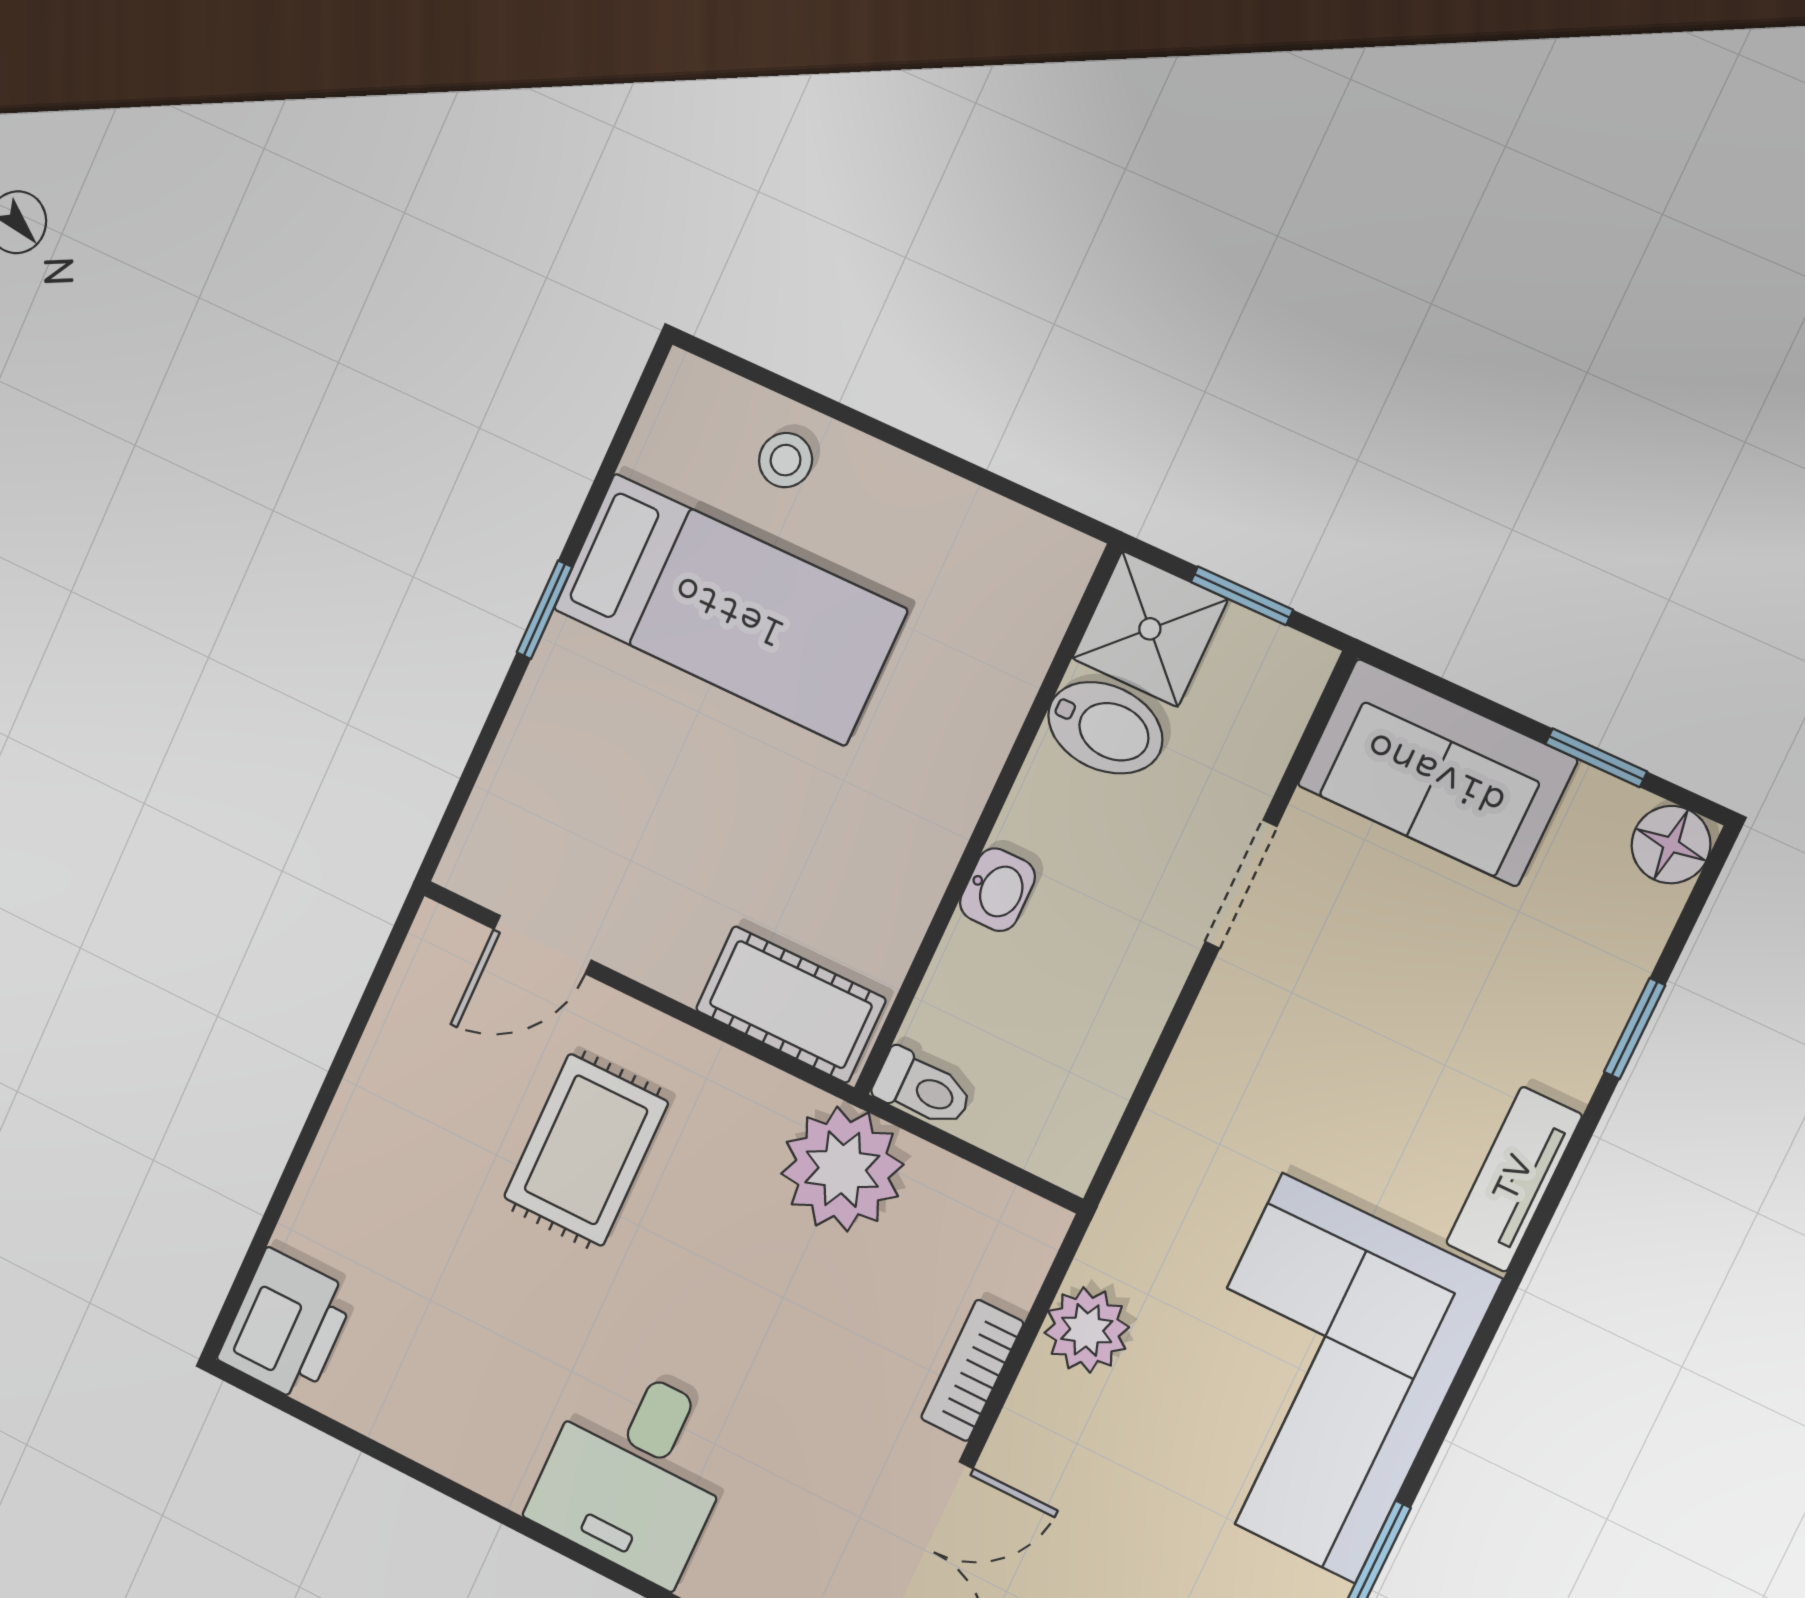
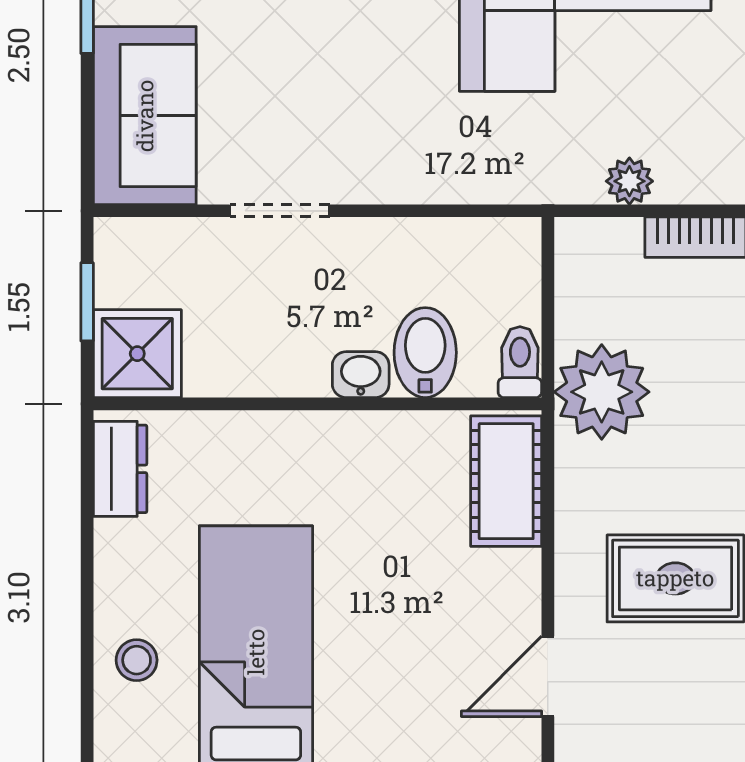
dresser: (1021, 544) -> (120, 469), added
bidet: (1105, 728) -> (425, 353), moved
door: (543, 945) -> (548, 676), swing flipped
plant: (1087, 1330) -> (629, 181), width x0.73, depth x0.73

